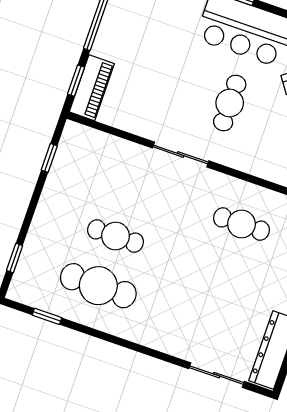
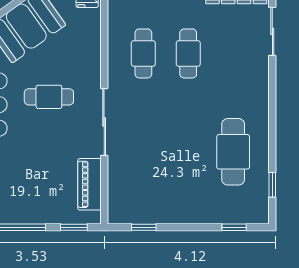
piano: (92, 88) -> (89, 184), moved, turned -90
sliding door: (181, 154) -> (104, 122), width x1.37
cafe table: (116, 236) -> (188, 53), moved

